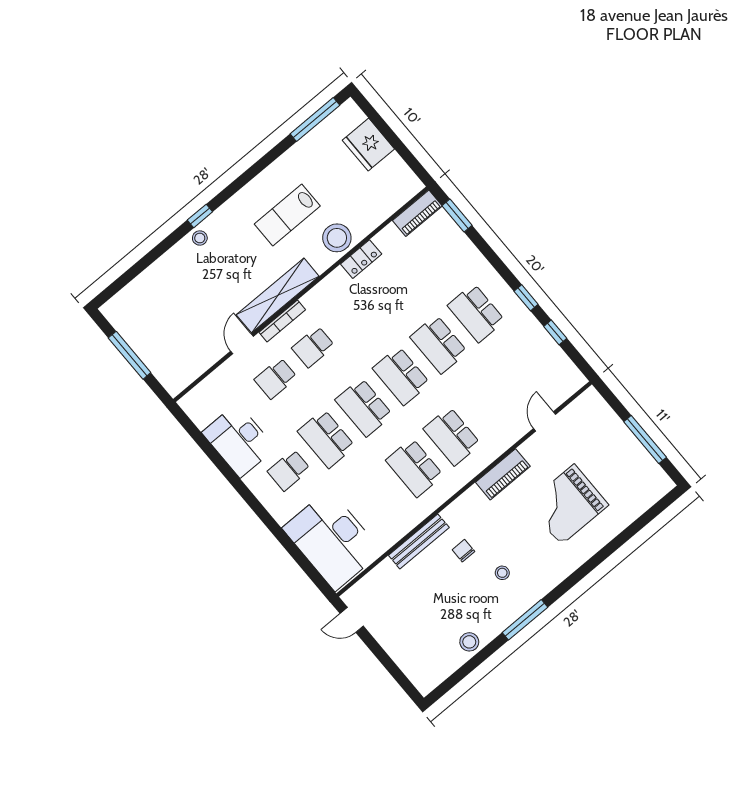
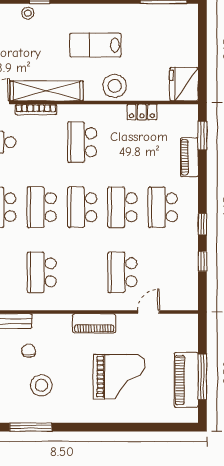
fridge: (368, 145) -> (184, 84), moved
piano: (417, 213) -> (189, 157), moved, turned 90
locker: (361, 259) -> (142, 112), moved
school desk: (313, 347) -> (82, 142), moved, width x1.85
school desk: (452, 436) -> (122, 272), moved
piano: (632, 455) -> (186, 380), added
grand piano: (568, 504) -> (119, 377), turned 180
stool: (502, 573) -> (41, 385), width x1.89, depth x1.89

